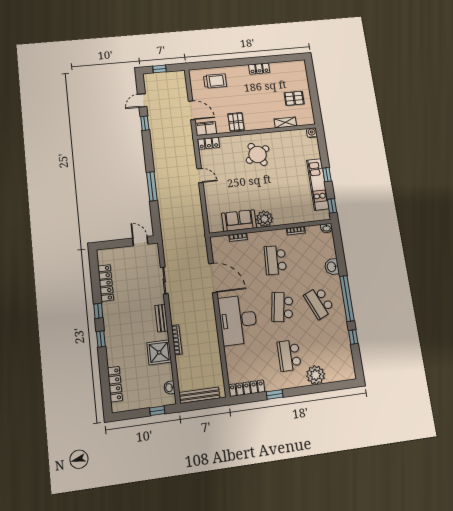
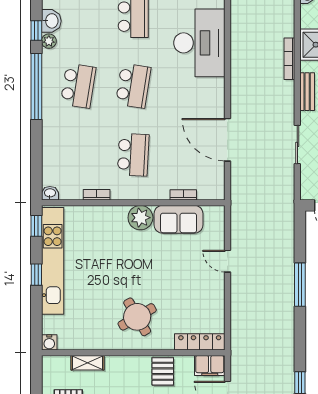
locker: (209, 143) -> (200, 342), width x1.53
door: (200, 176) -> (227, 261), moved
kitchen unit: (318, 184) -> (53, 261), width x1.36
washbasin: (332, 267) -> (51, 21), moved
school desk: (319, 303) -> (78, 86), turned 33
desk: (238, 320) -> (199, 43), moved
plant: (344, 331) -> (49, 41), added

